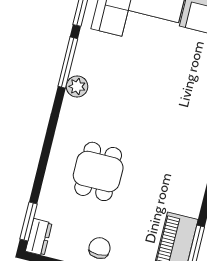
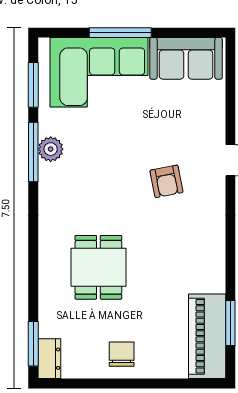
plant: (77, 86) -> (51, 149), moved
armchair: (172, 114) -> (166, 181), added

